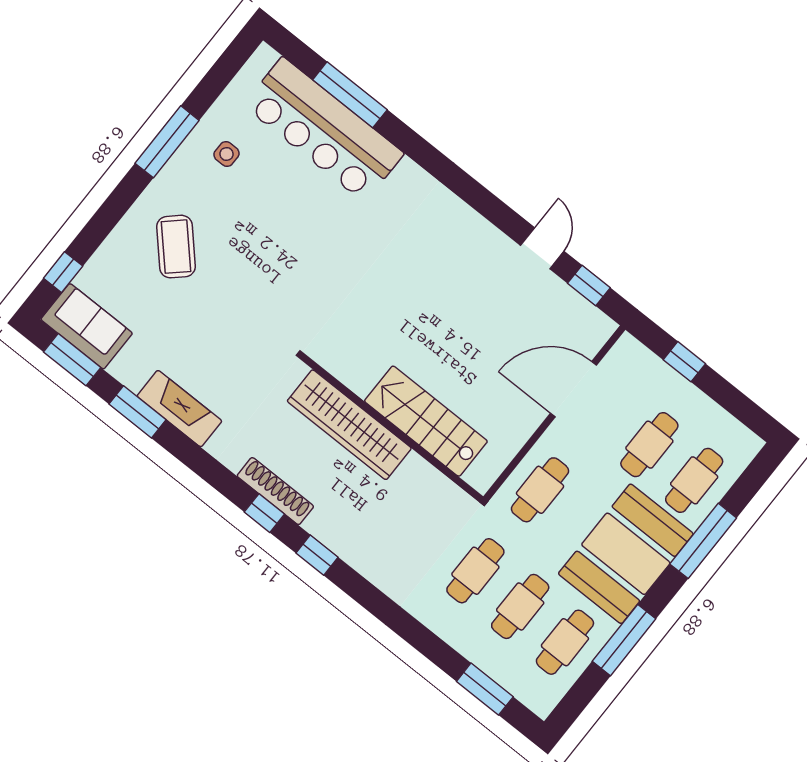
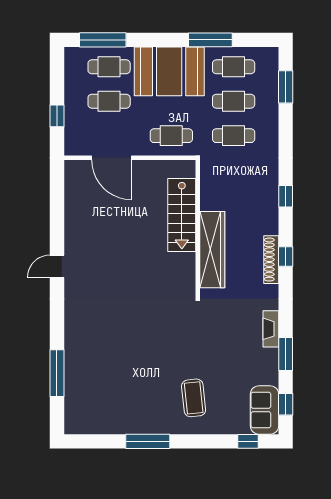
bar counter: (323, 130) -> (83, 373), removed
side table: (227, 154) -> (131, 409), removed
coffee table: (176, 247) -> (194, 398), turned -53
door: (542, 248) -> (57, 266), moved
window: (589, 285) -> (57, 189), removed
window: (72, 360) -> (286, 404), width x0.67
fireplace: (179, 409) -> (271, 329), width x0.73, depth x0.76
window: (703, 541) -> (103, 40), moved
window: (317, 555) -> (286, 196), moved

